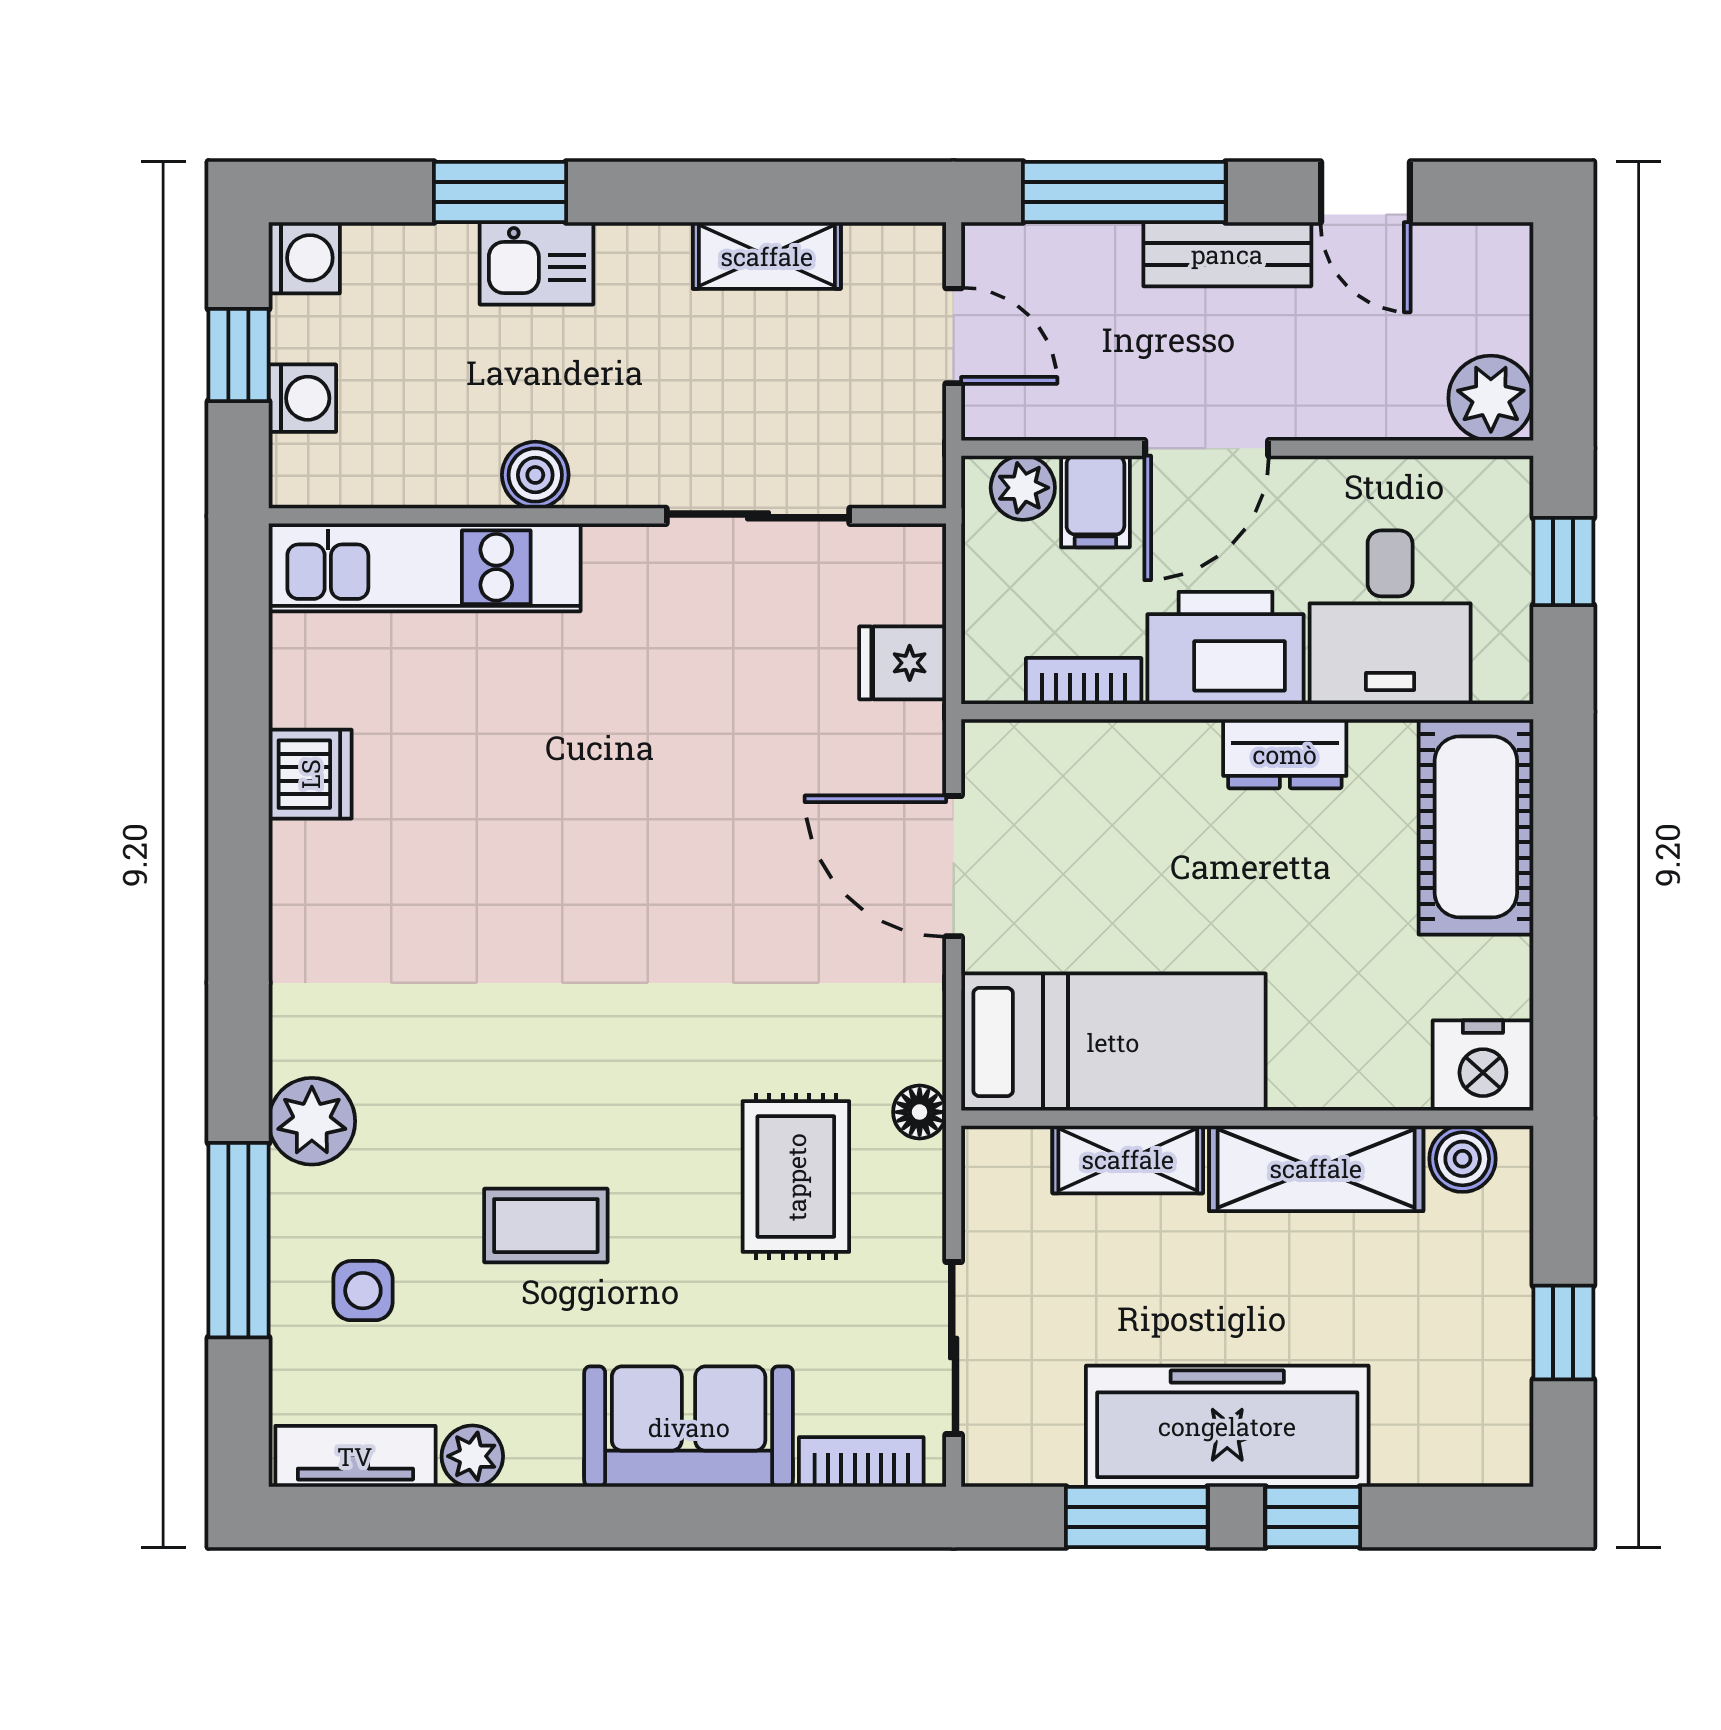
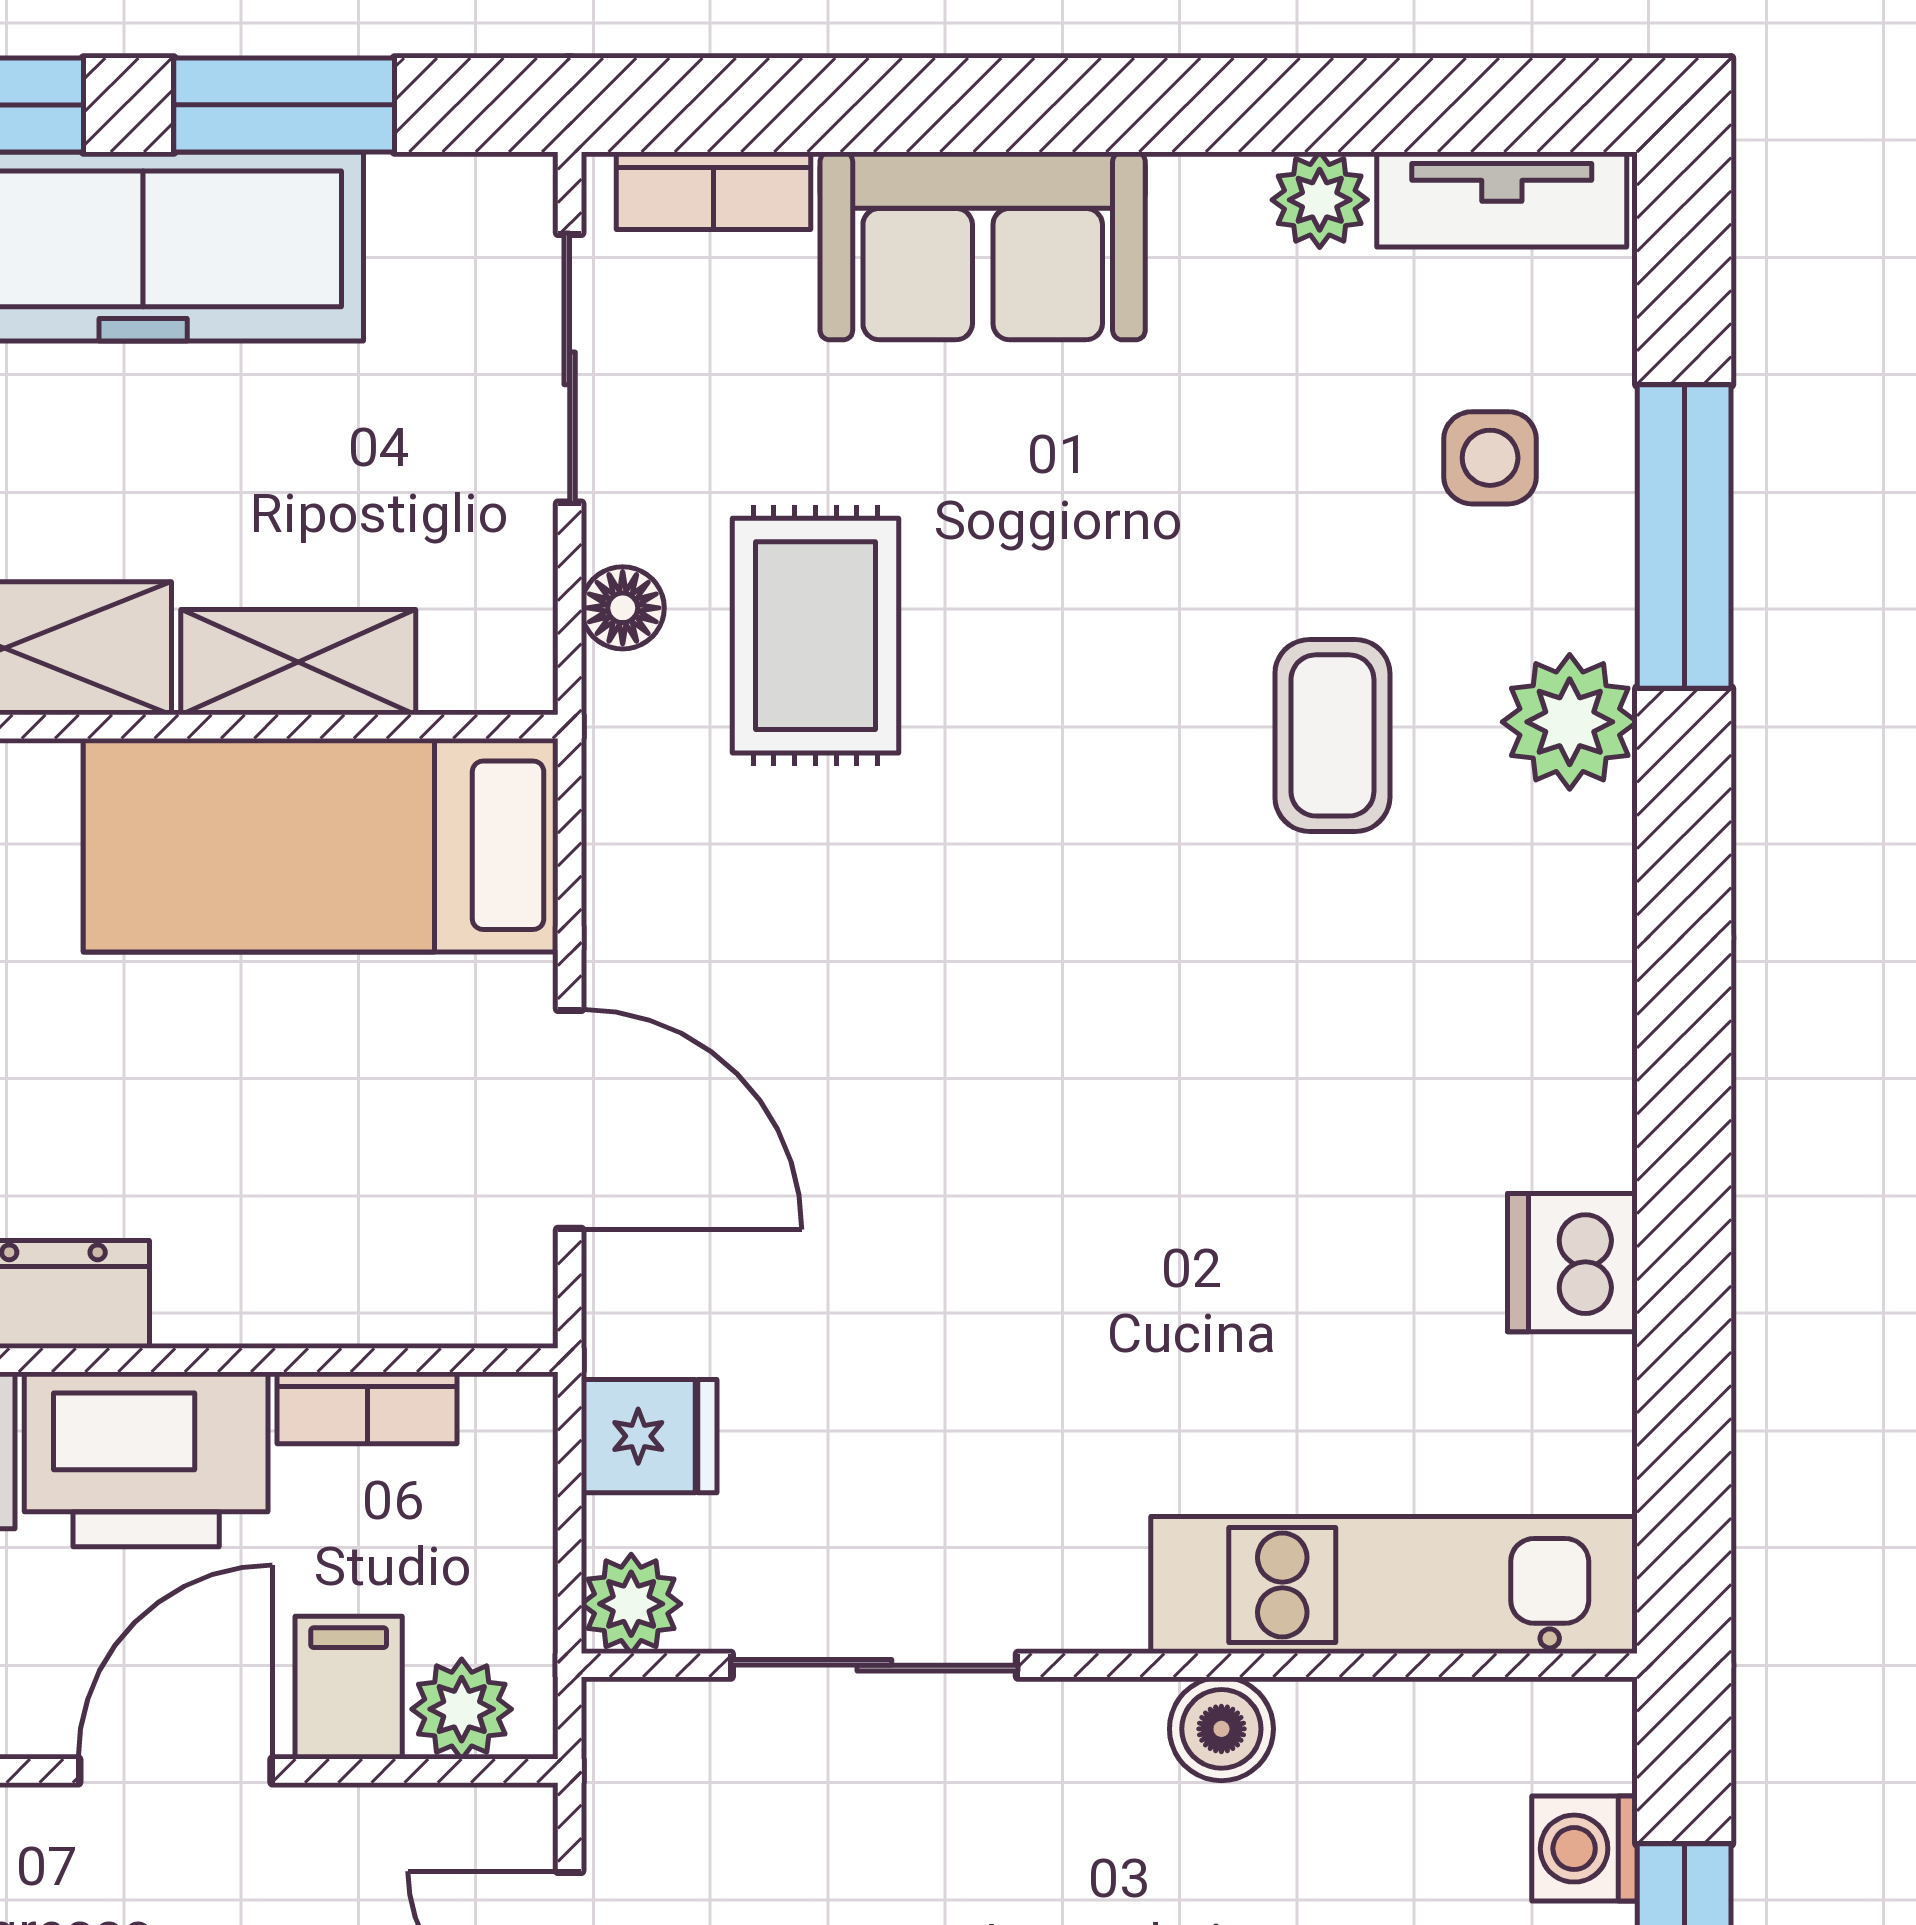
plant: (914, 555) -> (631, 1604), added
floor lamp: (920, 1112) -> (623, 608), moved
coffee table: (546, 1226) -> (1332, 735), moved, turned 90

